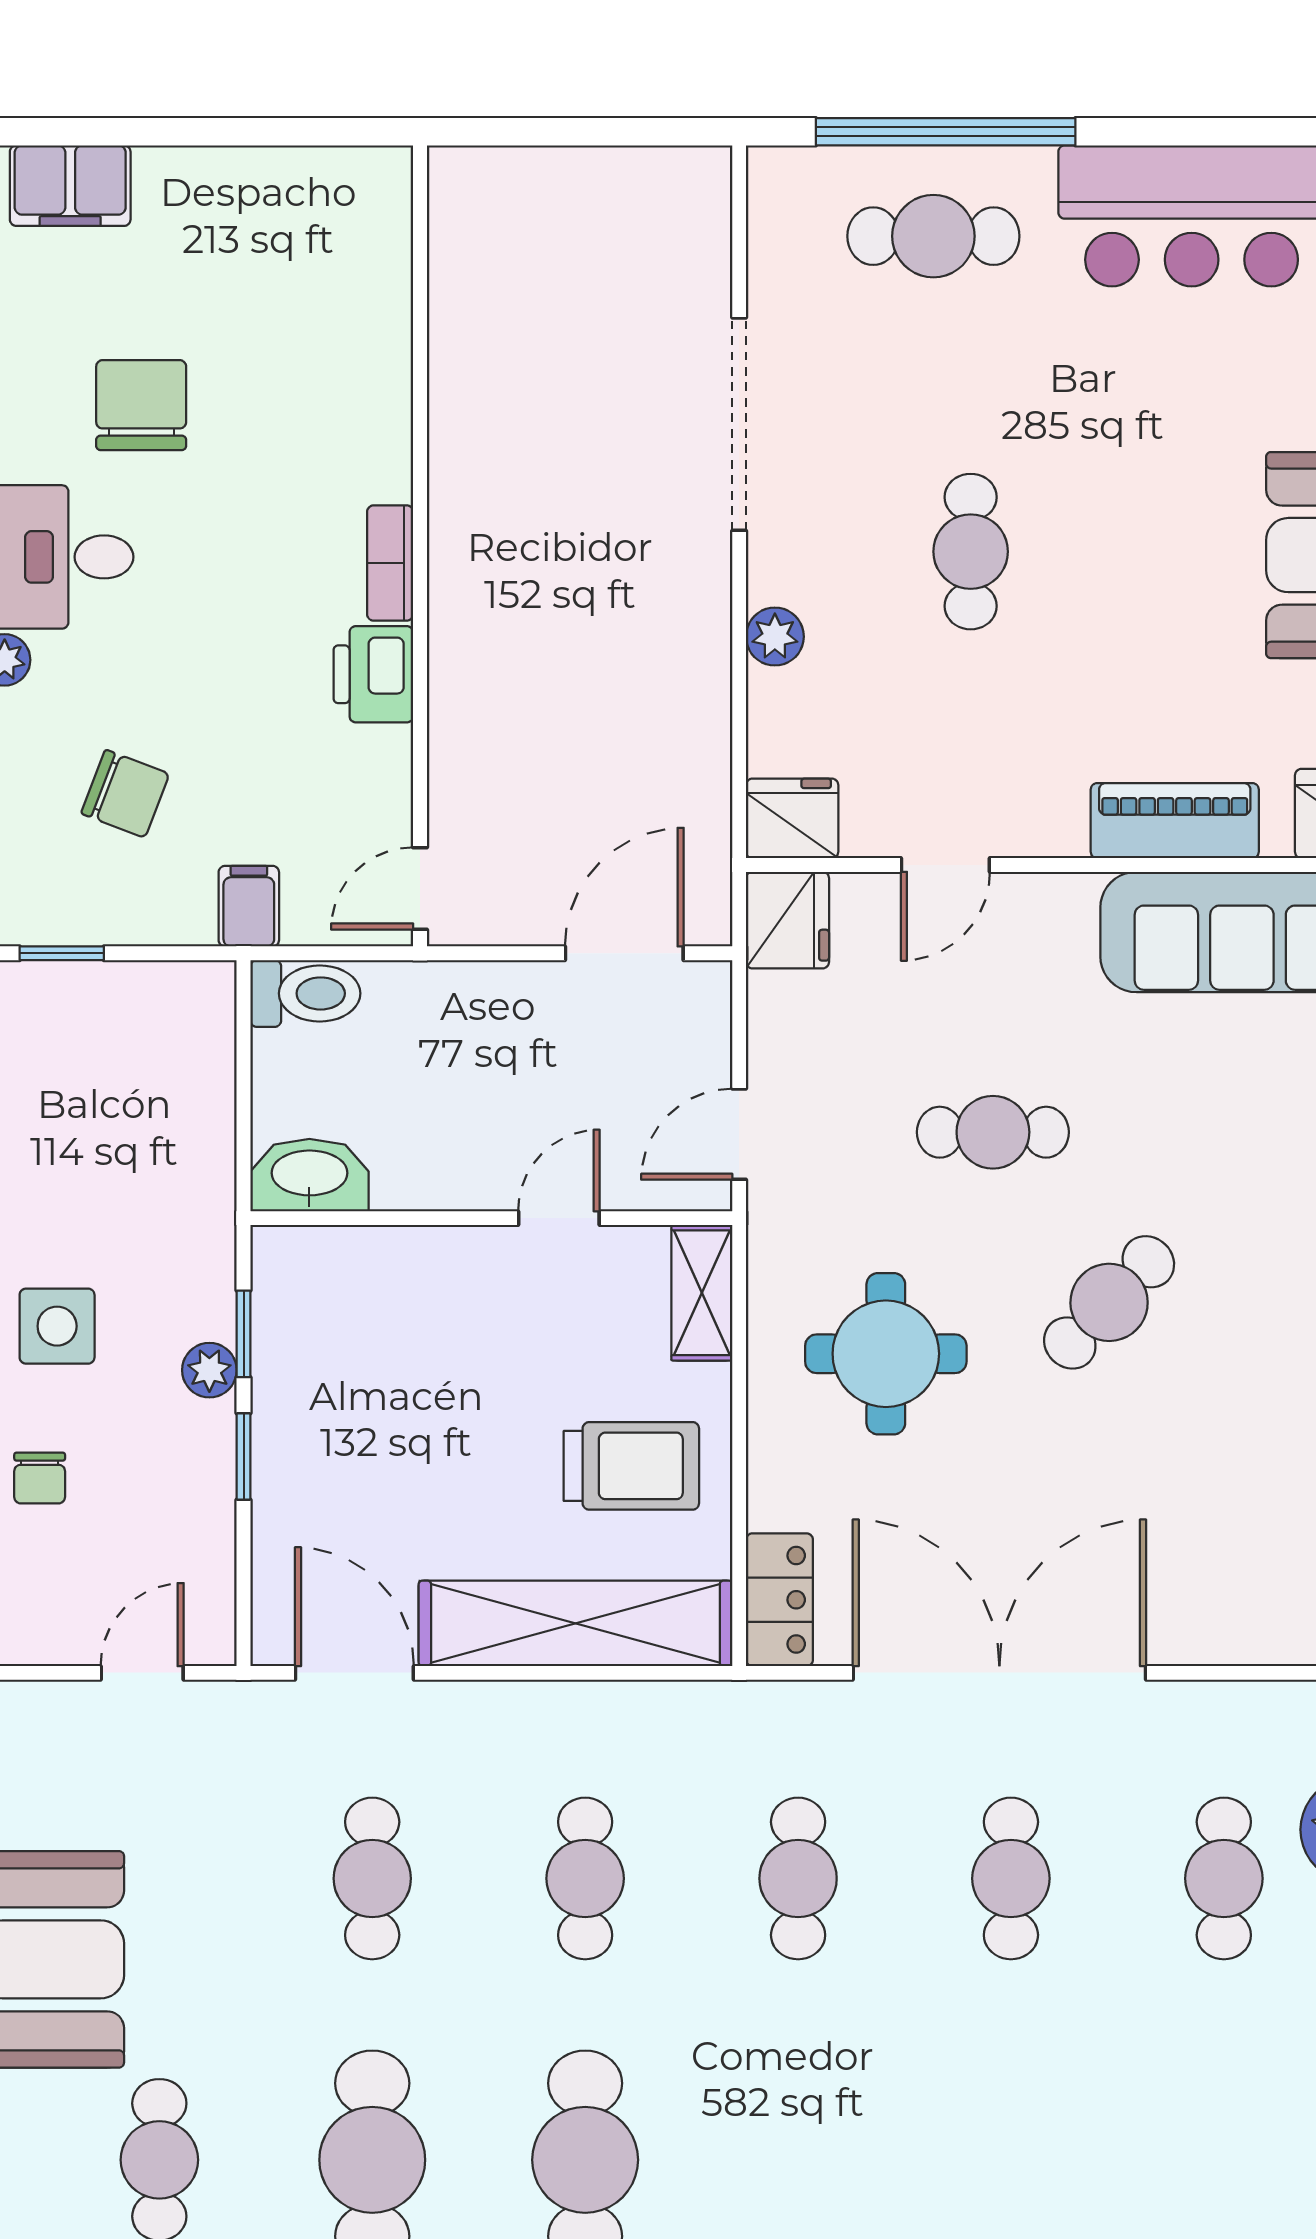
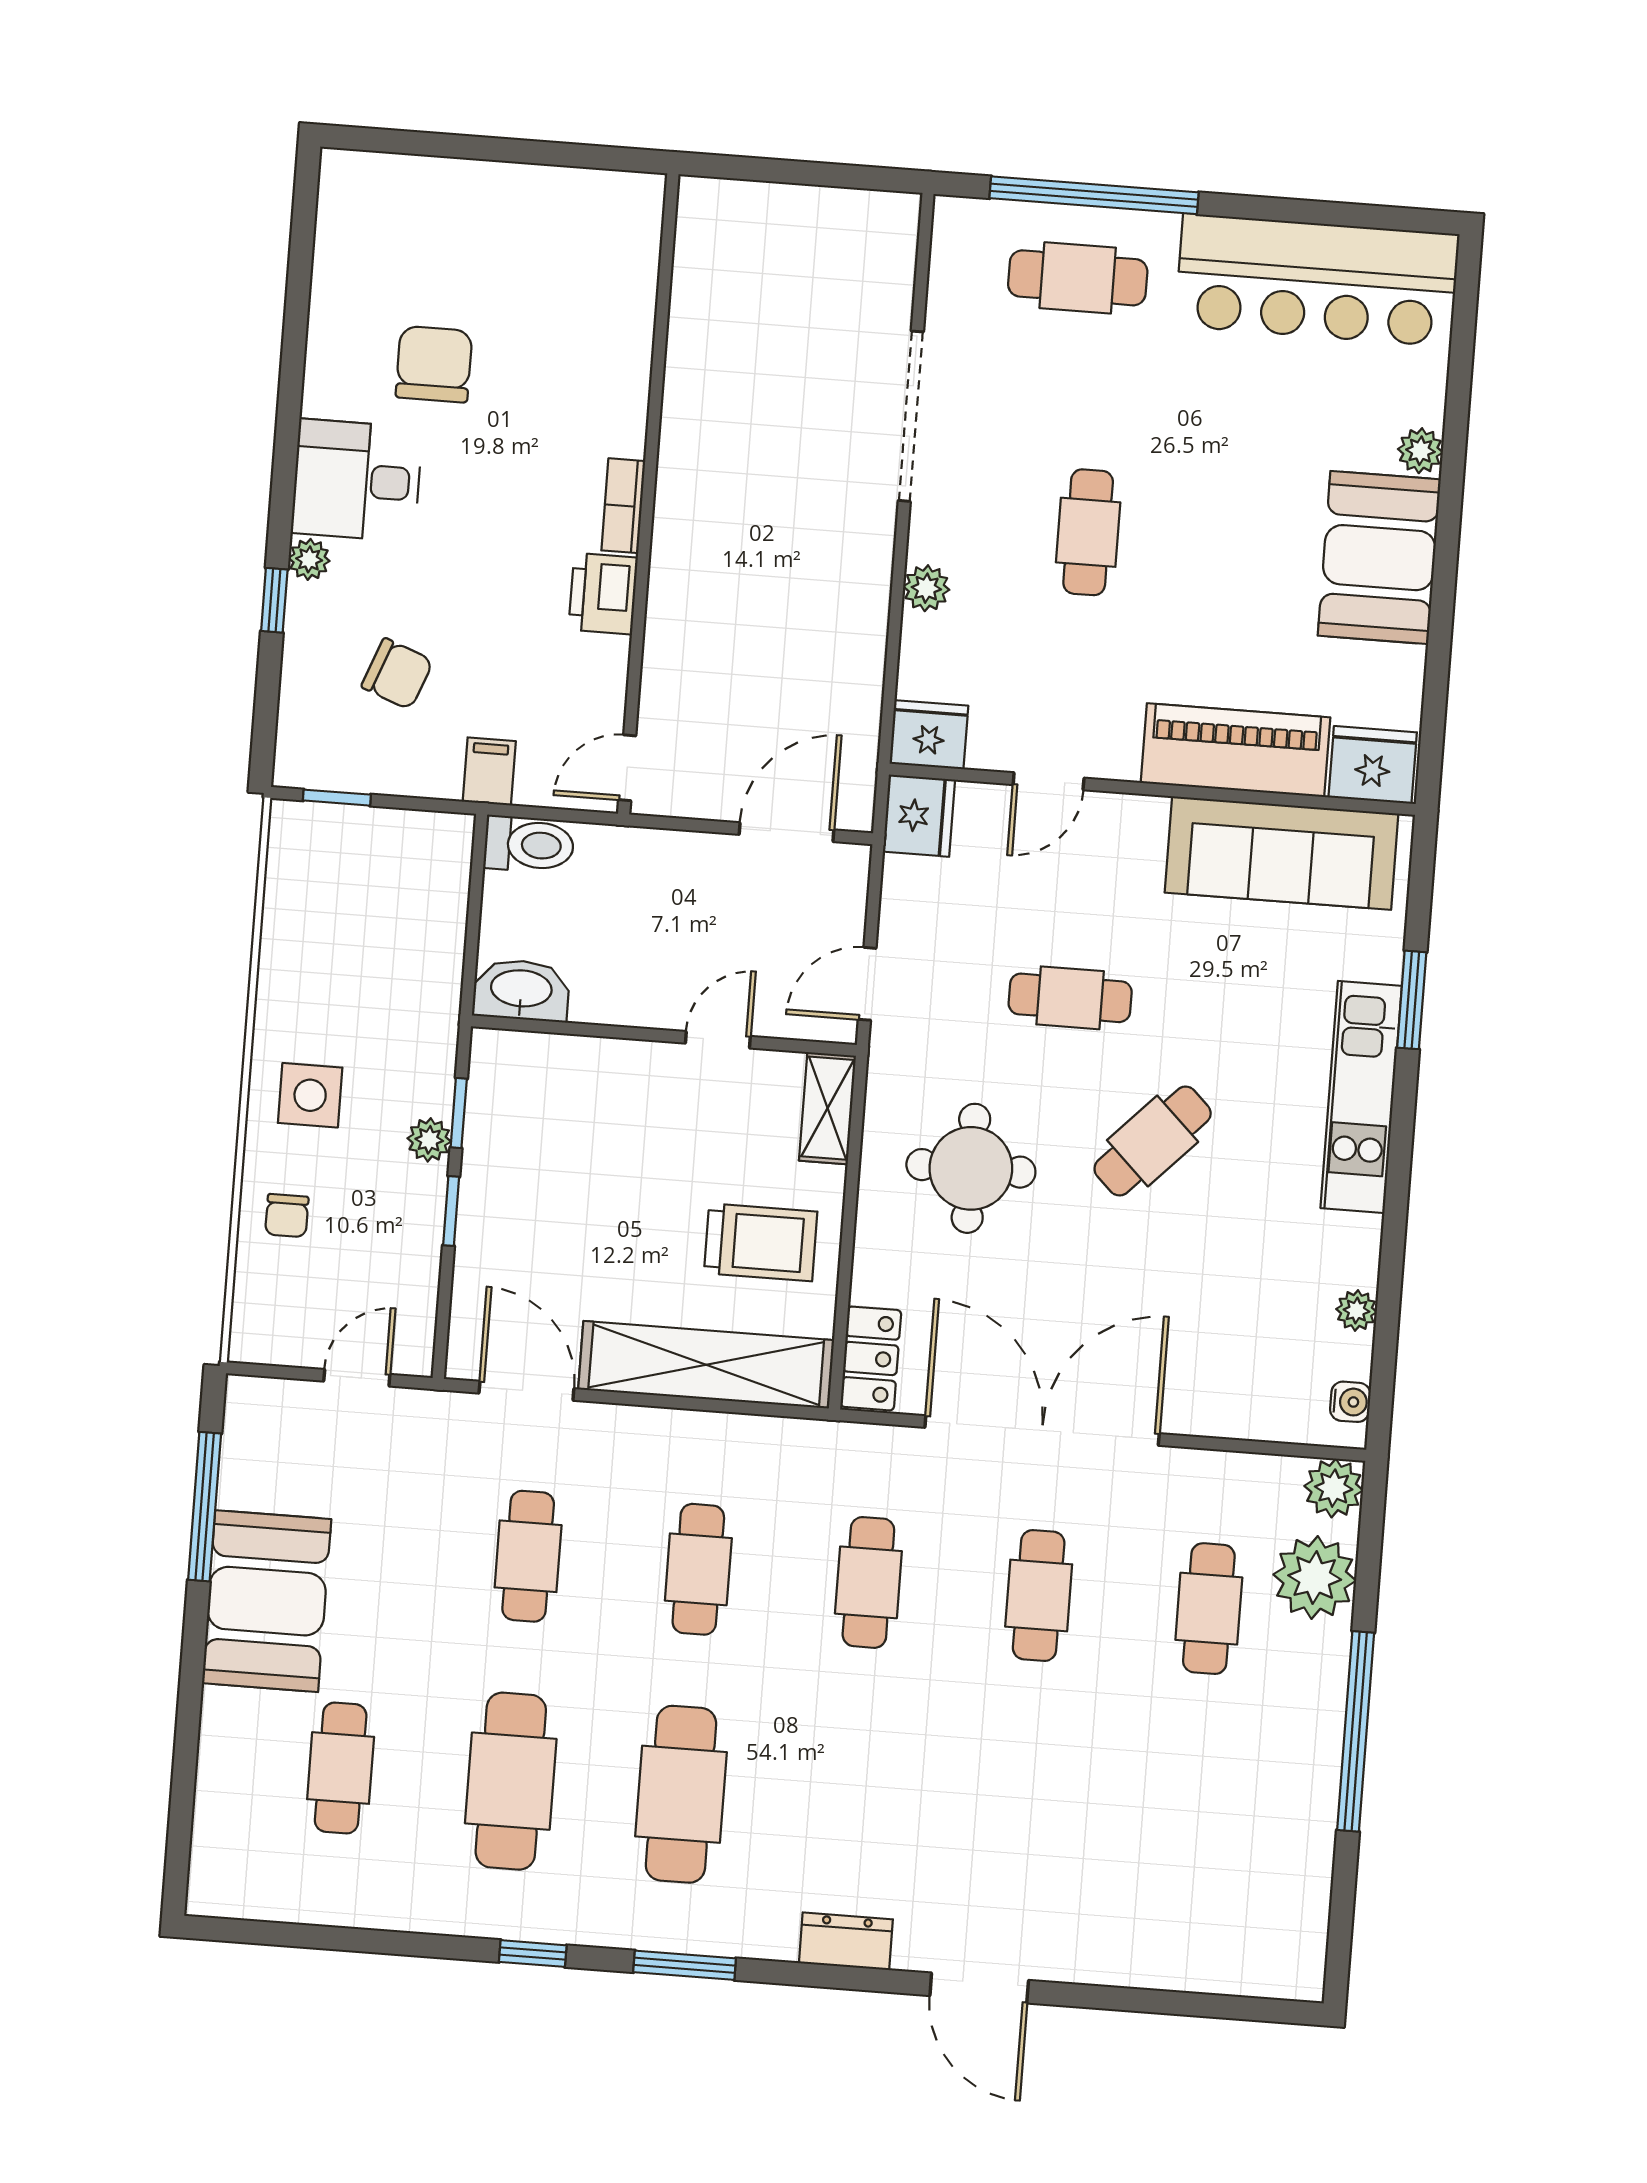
filing cabinet: (70, 186) -> (391, 184), removed
piano: (1175, 821) -> (1235, 750), width x1.37, depth x1.33

